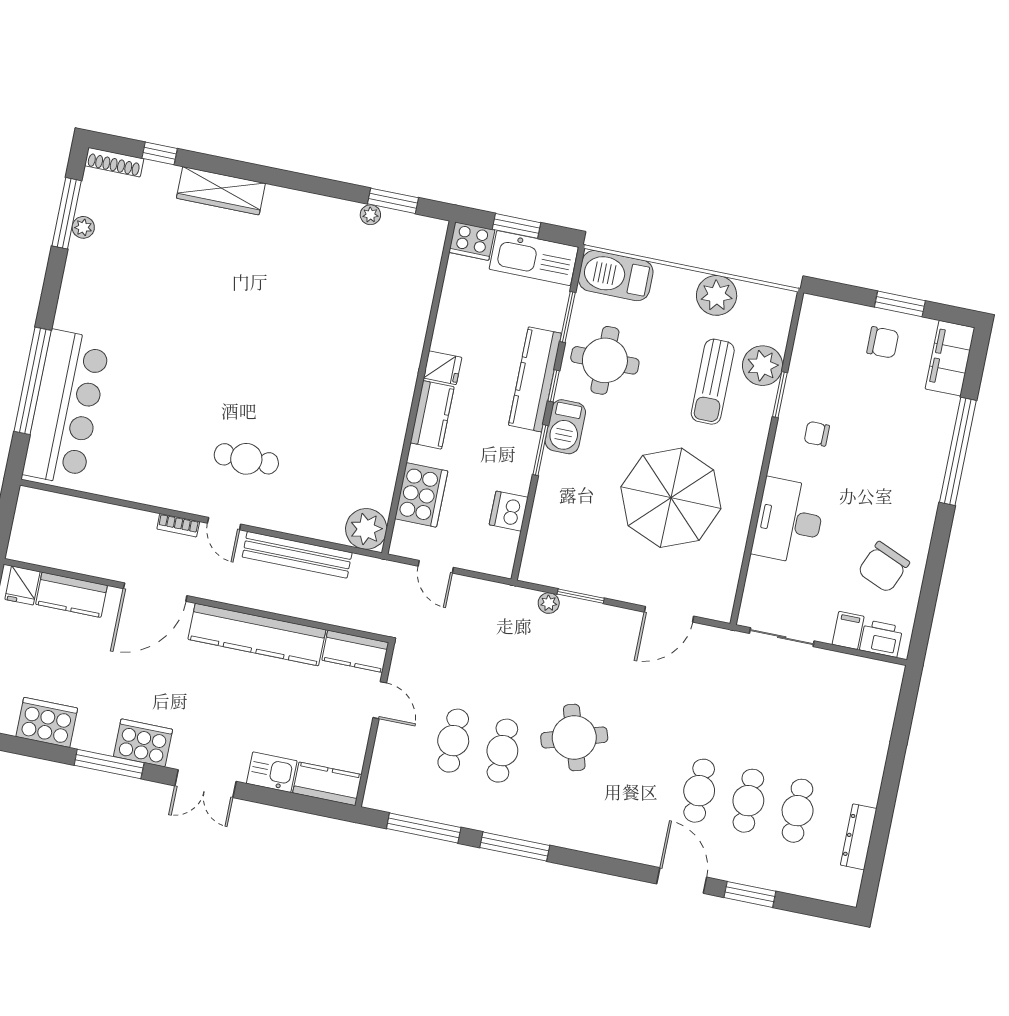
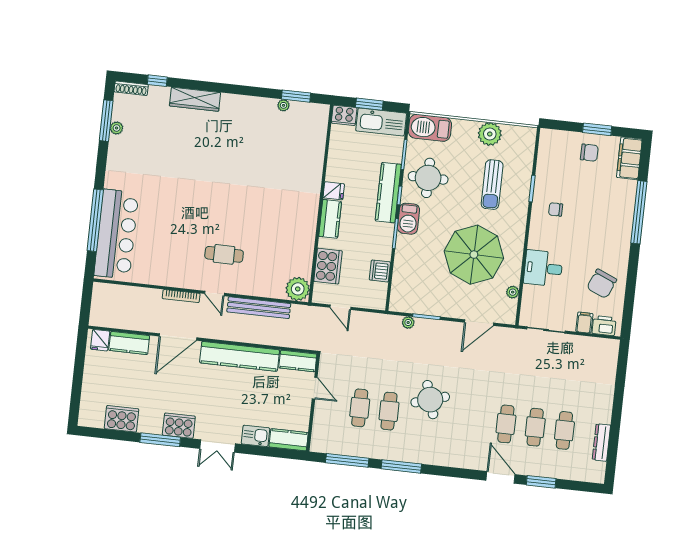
plant: (763, 366) -> (513, 292), moved, width x0.53, depth x0.53
desk: (789, 521) -> (543, 268), width x0.73
bookcase: (178, 525) -> (181, 296), width x1.56

